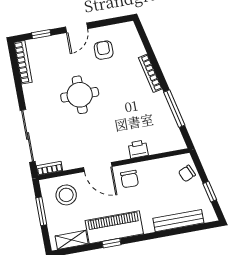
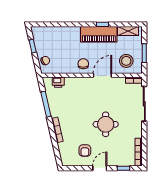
printer: (138, 149) -> (58, 82), moved
door: (98, 167) -> (102, 75), hinge flipped
bench: (178, 221) -> (56, 31), removed

